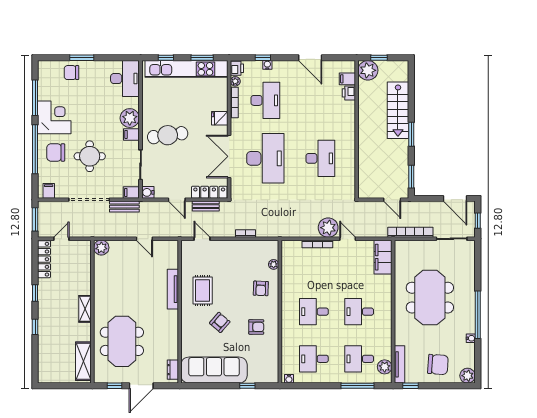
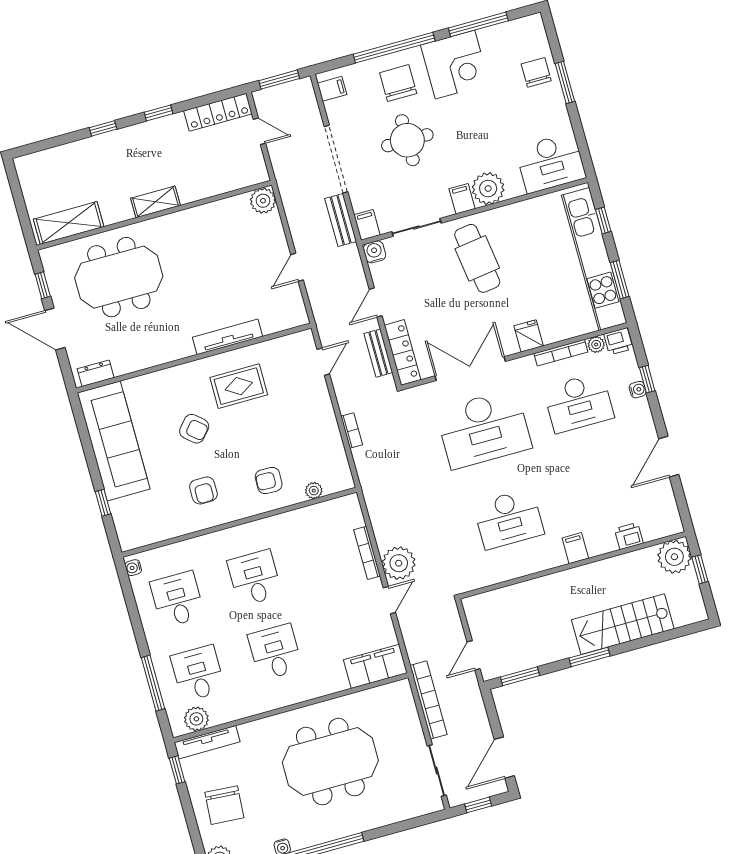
filing cabinet: (347, 79) -> (575, 548), moved

